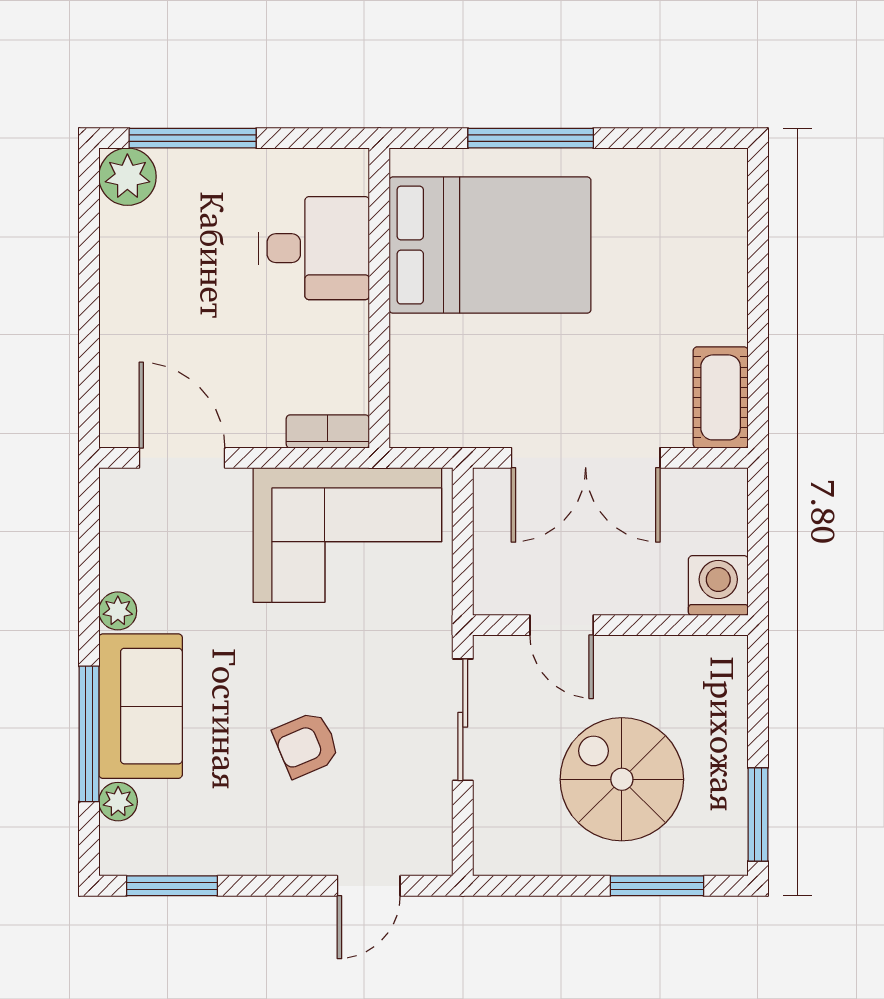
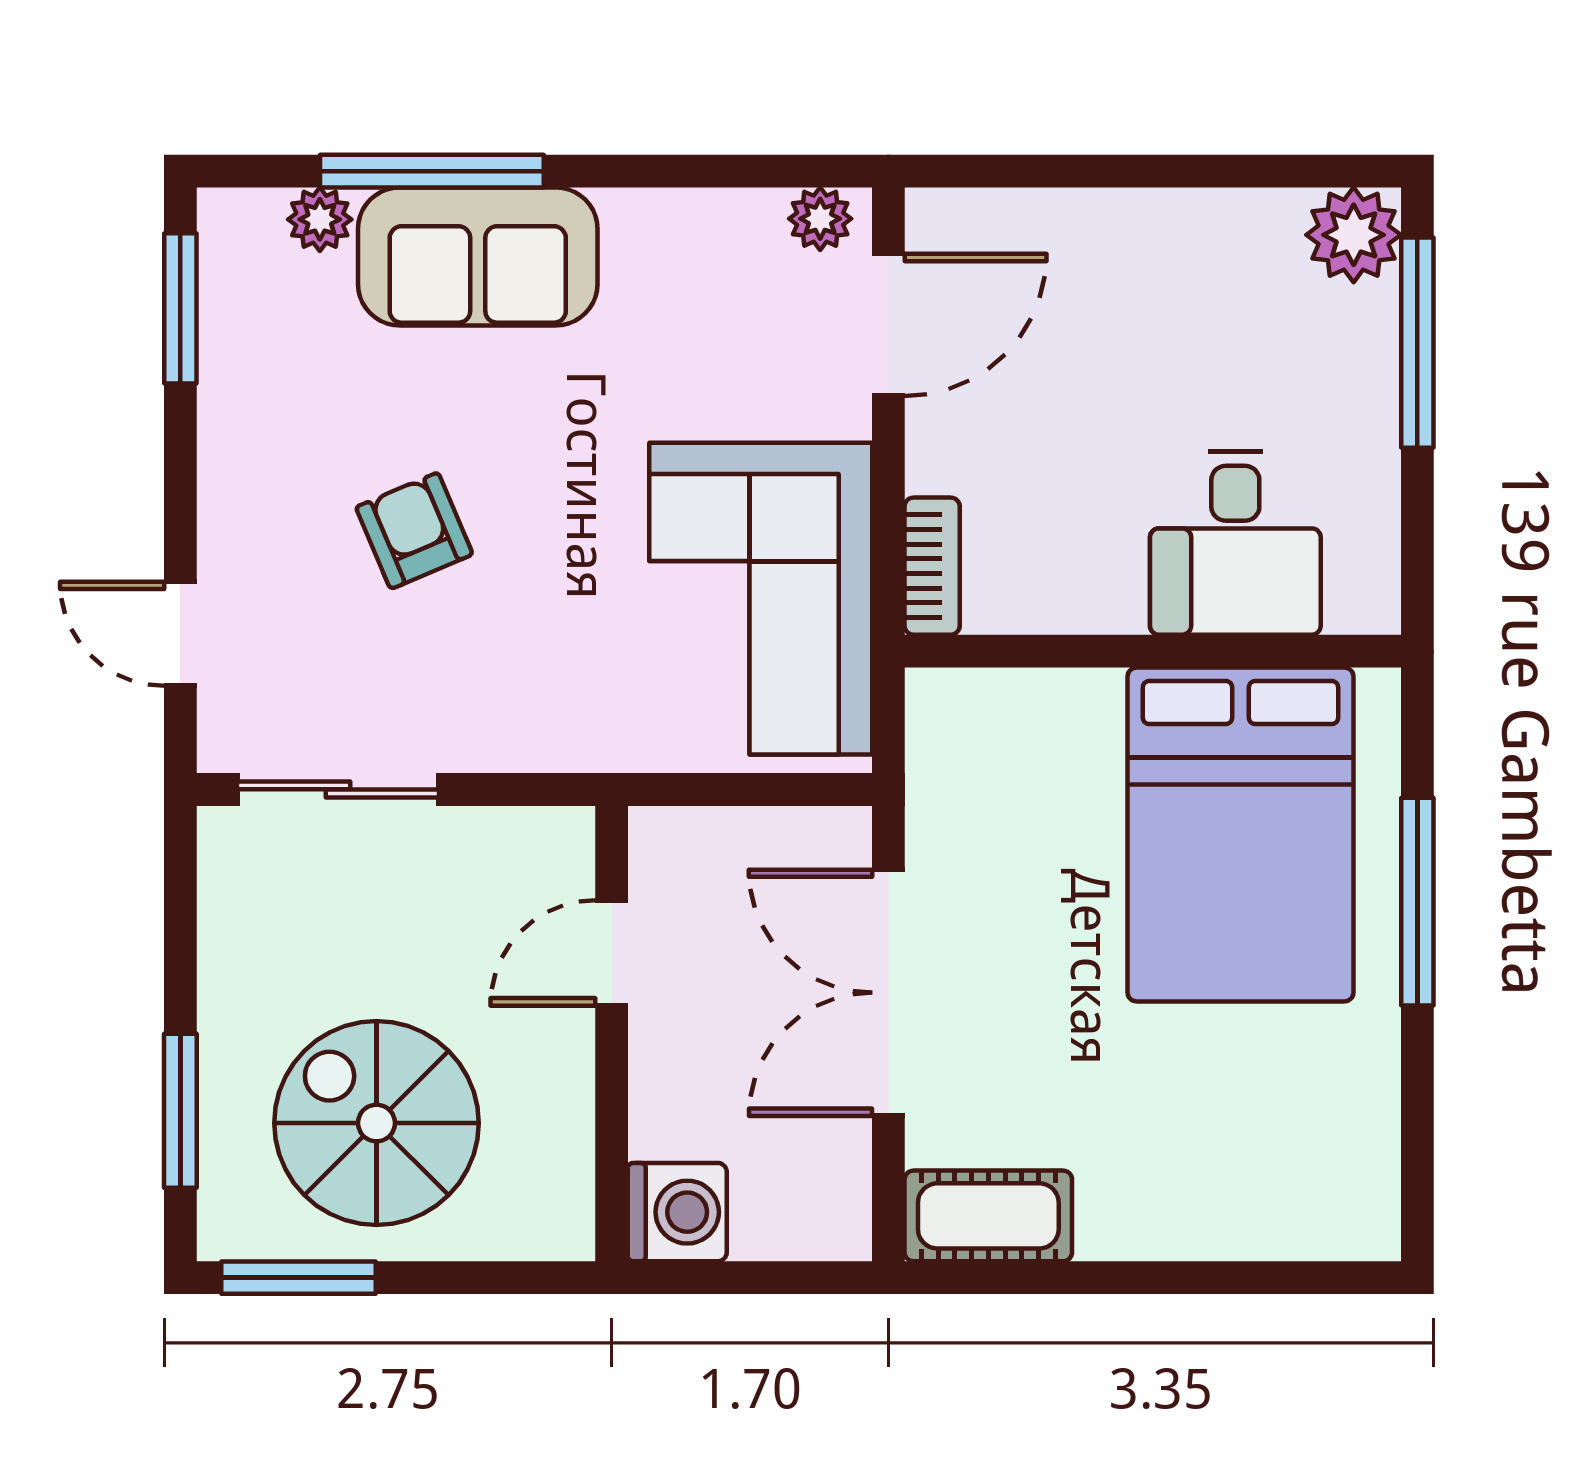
plant: (118, 611) -> (820, 219), moved
sliding door: (463, 720) -> (338, 789), moved
spiral stairs: (622, 779) -> (376, 1123), moved, turned -90

